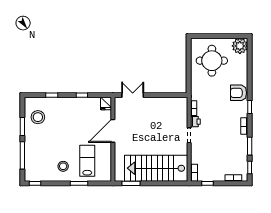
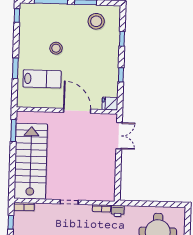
printer: (195, 122) -> (118, 211), moved
stool: (63, 166) -> (56, 48), moved

